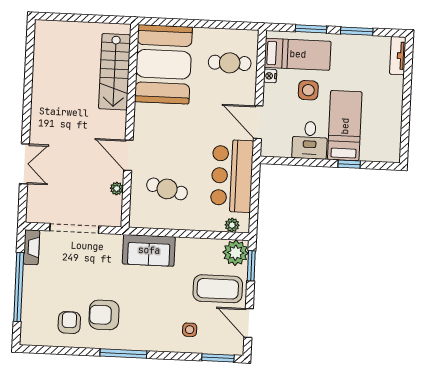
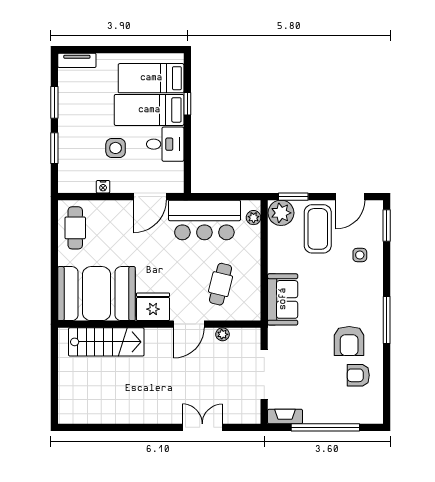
bed: (298, 54) -> (151, 78), moved, turned -90
cafe table: (230, 63) -> (75, 228), moved
fridge: (148, 120) -> (153, 307), added

